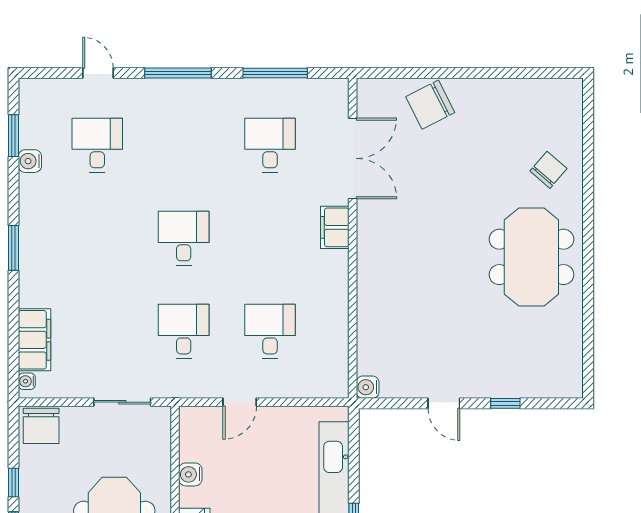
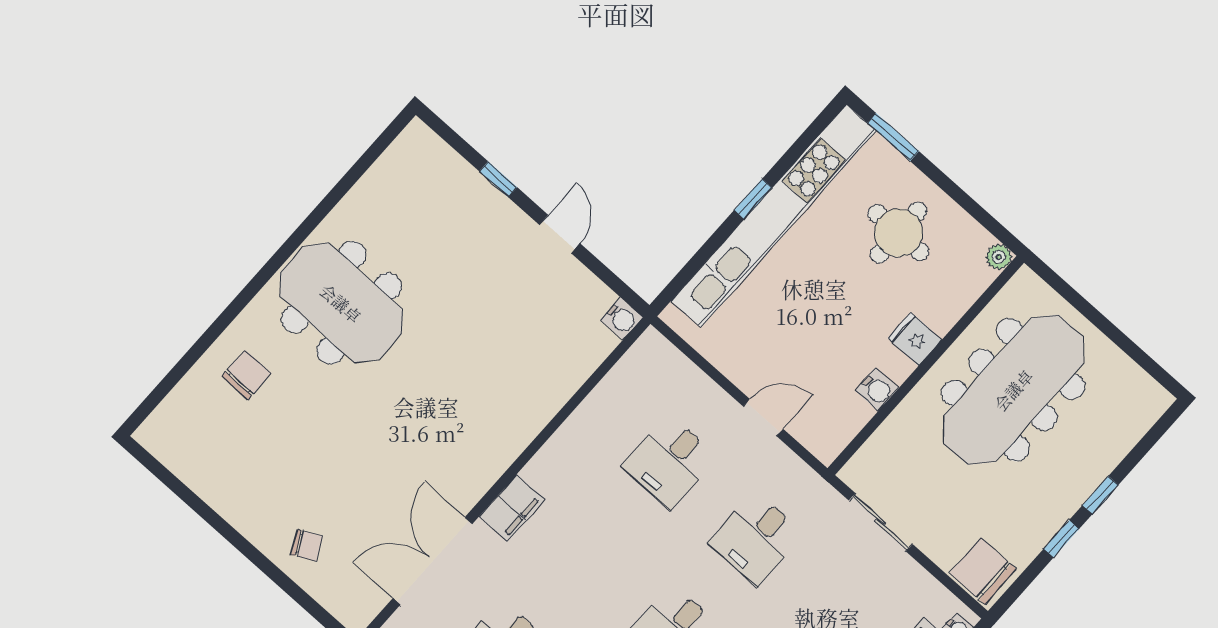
chair: (430, 105) -> (307, 546), width x0.54, depth x0.54
chair: (548, 170) -> (247, 375), turned 139
meeting table: (531, 257) -> (341, 303), turned 90
chair: (41, 426) -> (983, 571), turned -90

